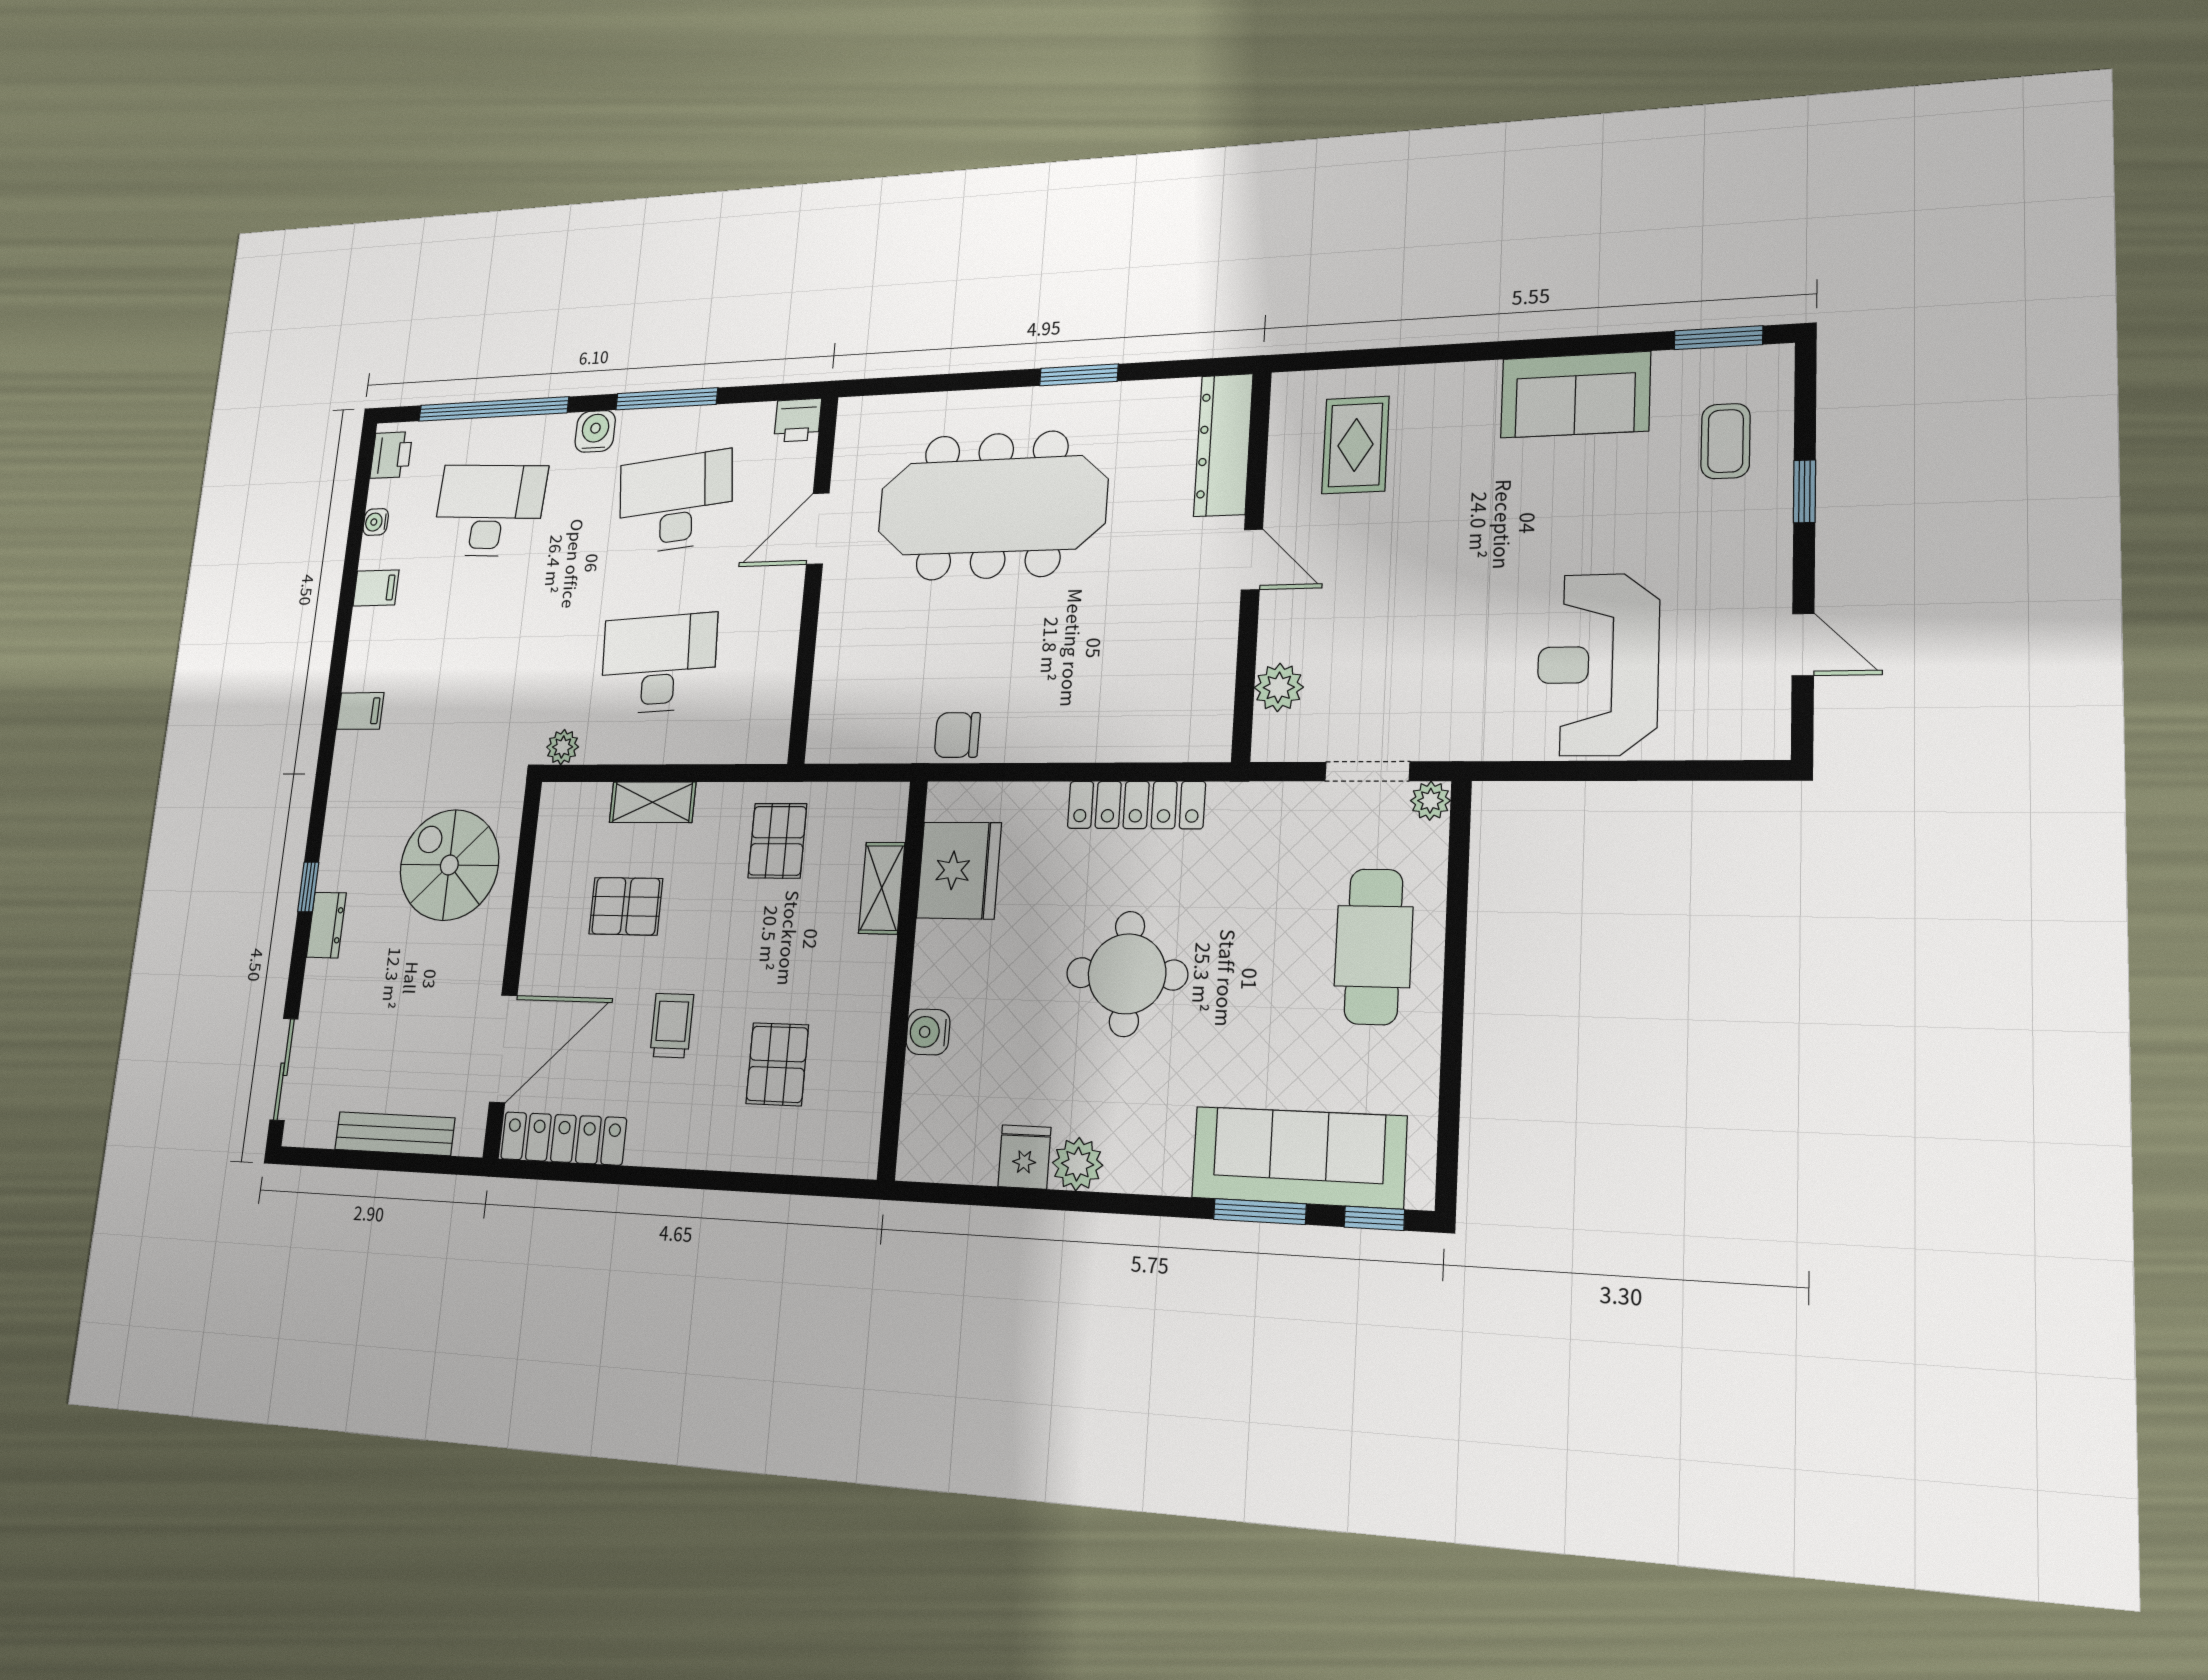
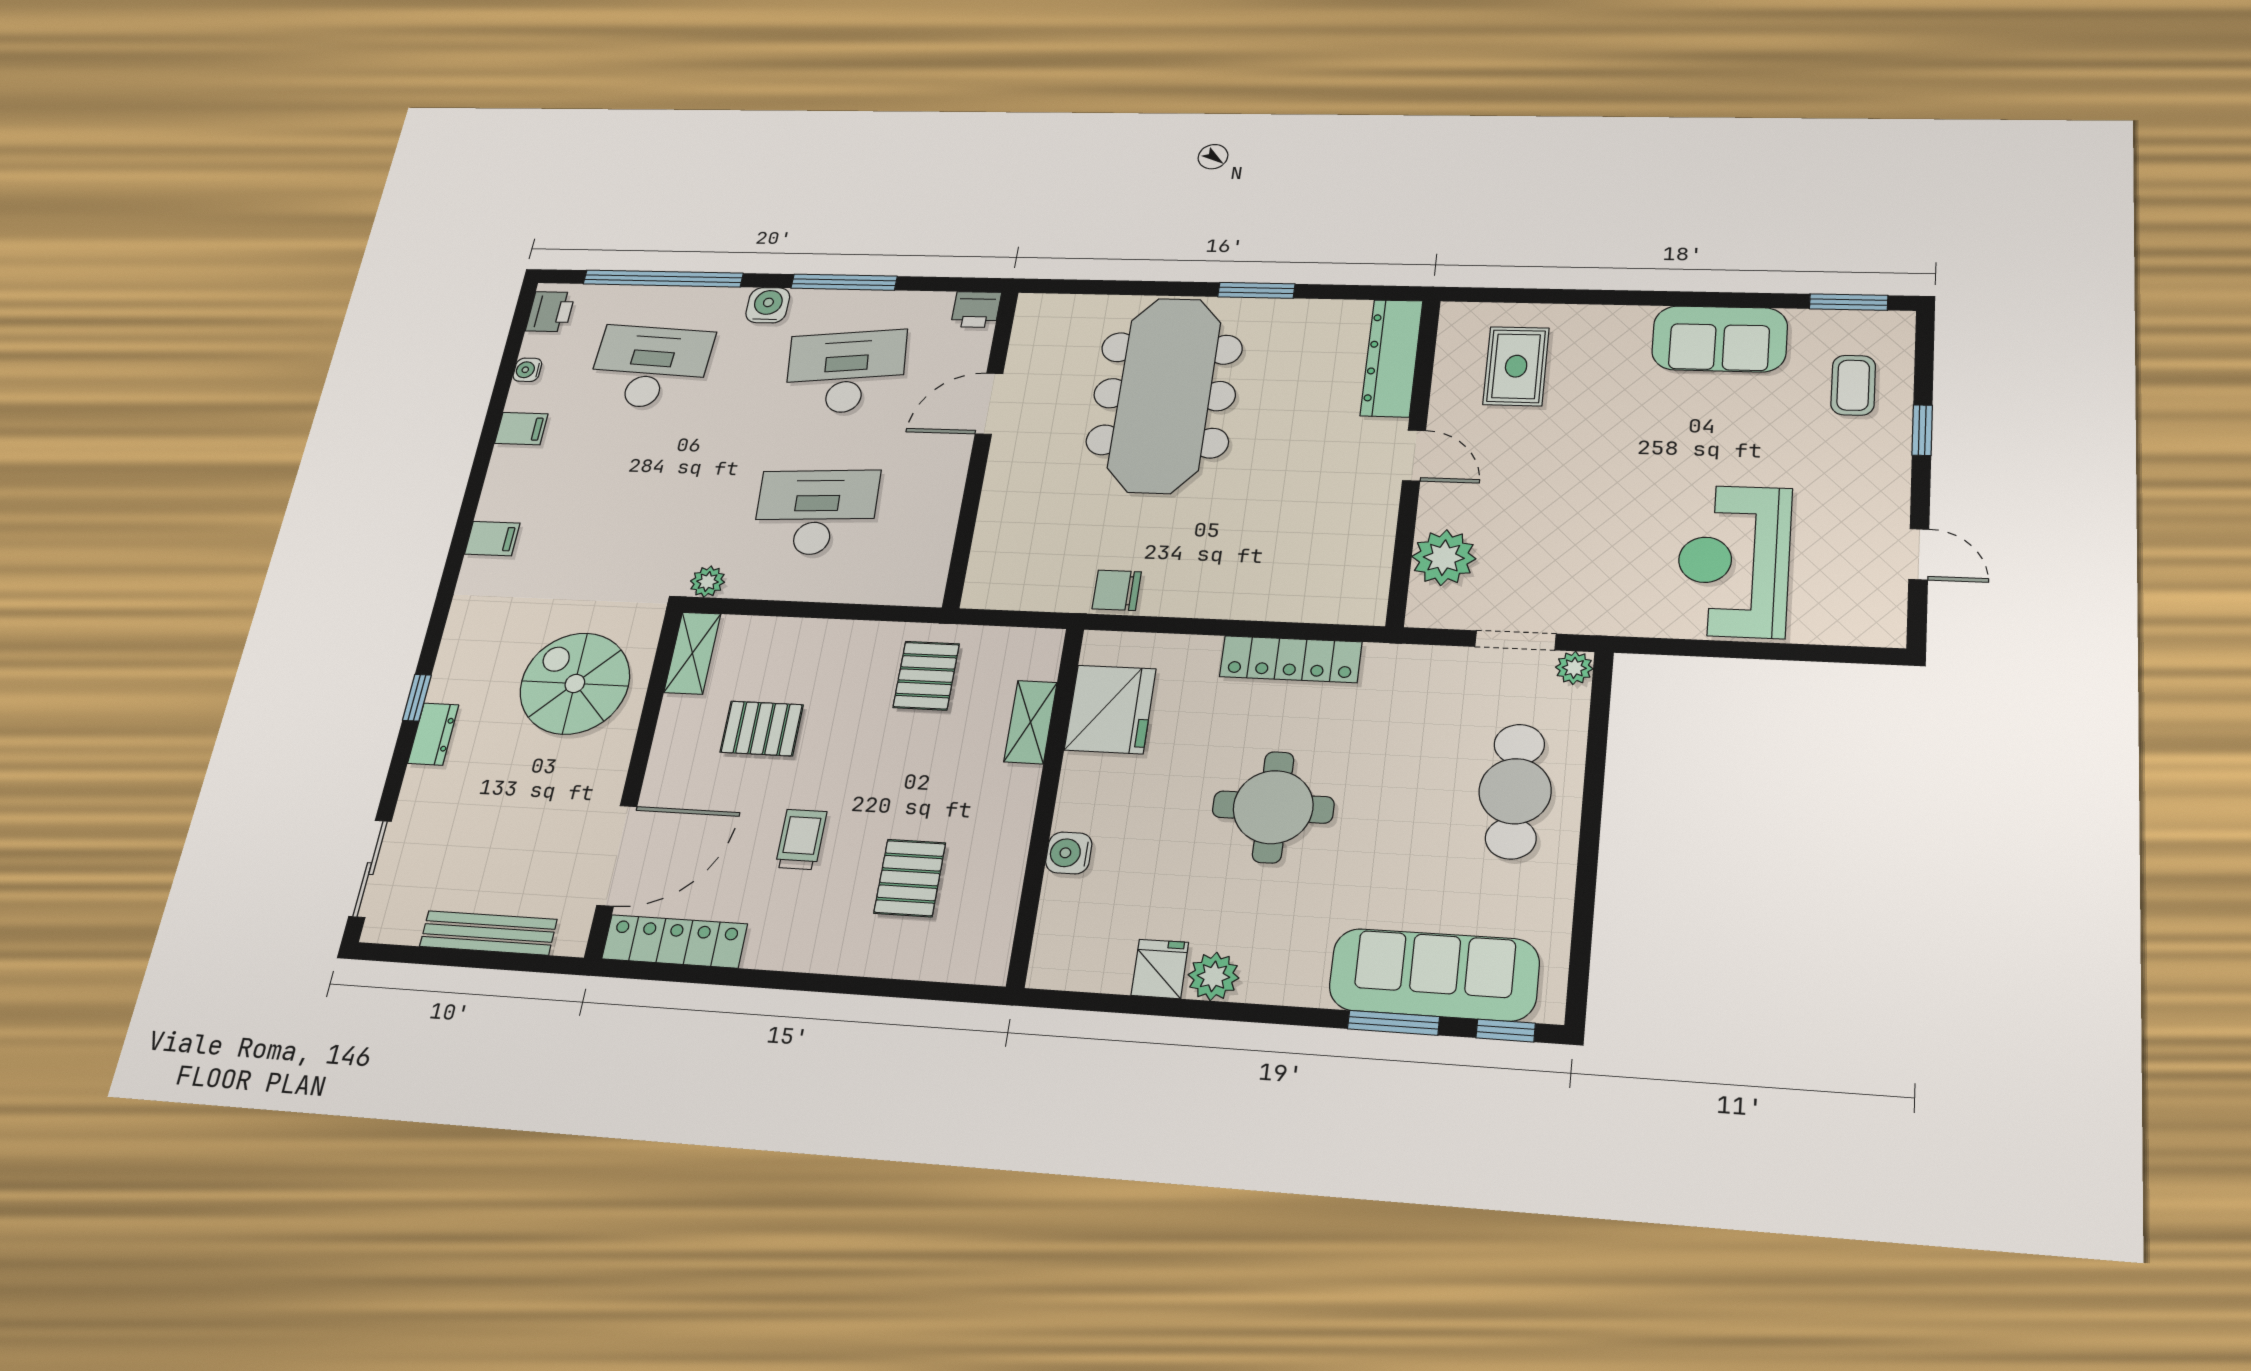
meeting table: (992, 506) -> (1164, 395), turned 90
plant: (1279, 687) -> (1444, 558), width x1.36, depth x1.36
shelving: (652, 802) -> (692, 653), moved, turned 90

